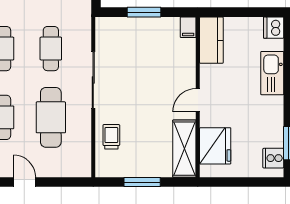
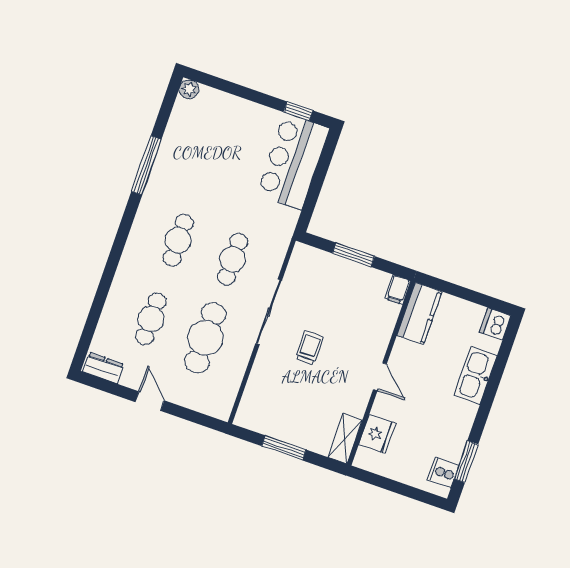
door: (198, 100) -> (380, 377), swing flipped
trolley: (111, 137) -> (309, 348), moved
fridge: (215, 146) -> (377, 434), width x0.73, depth x0.75
shelving: (184, 149) -> (345, 439), width x0.67, depth x0.75

